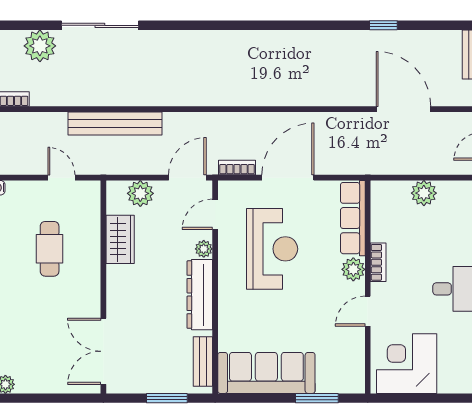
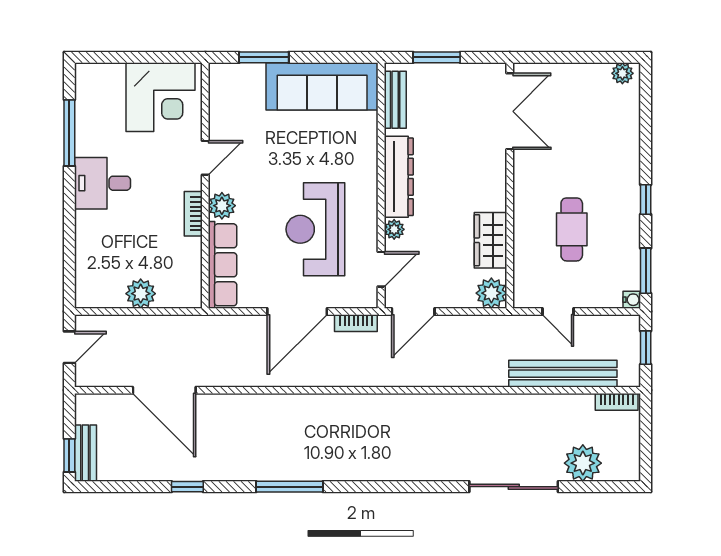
window: (295, 25) -> (289, 487), added
bench: (115, 124) -> (563, 374), moved
plant: (140, 193) -> (491, 293), moved

